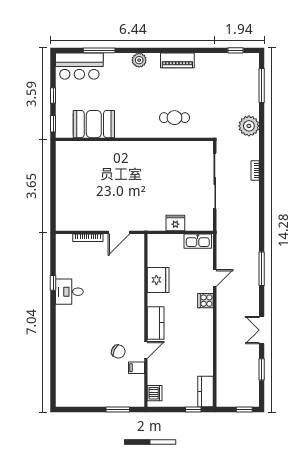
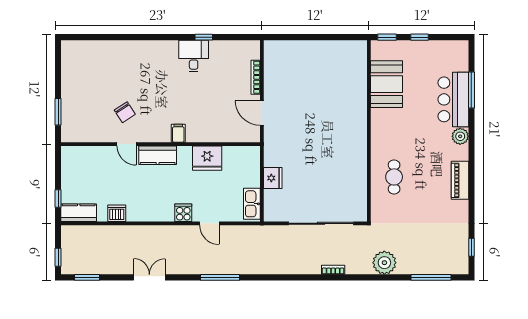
bar counter: (79, 66) -> (453, 99), moved
chair: (118, 351) -> (125, 112), turned -59
filing cabinet: (136, 368) -> (178, 133), moved
window: (262, 369) -> (87, 277), moved
dishwasher: (155, 393) -> (117, 213), moved, turned 180

